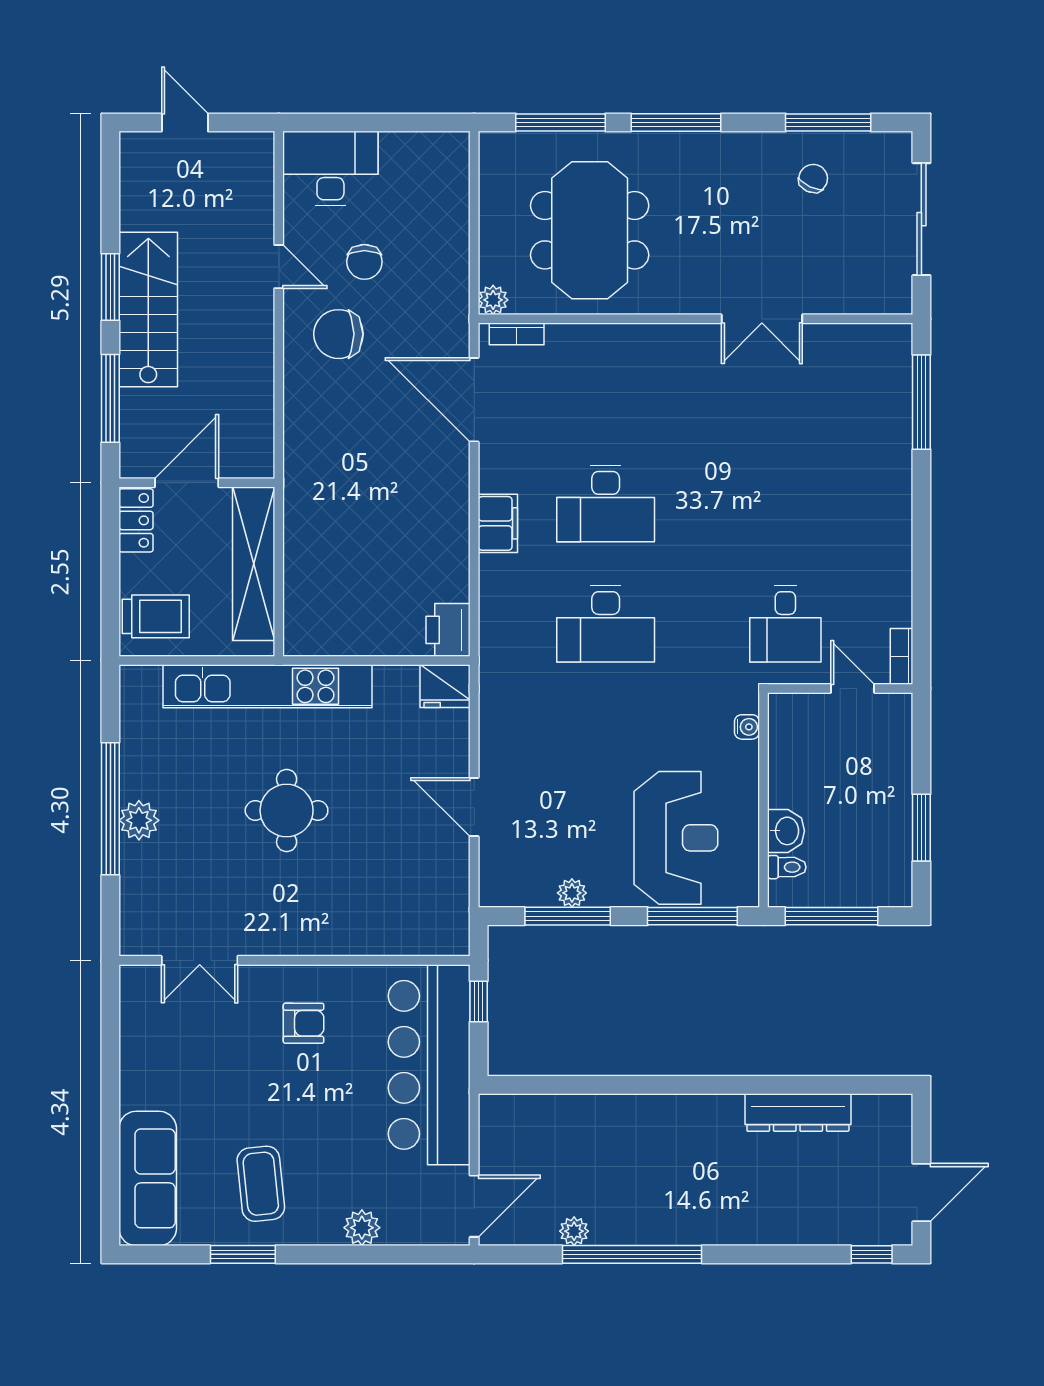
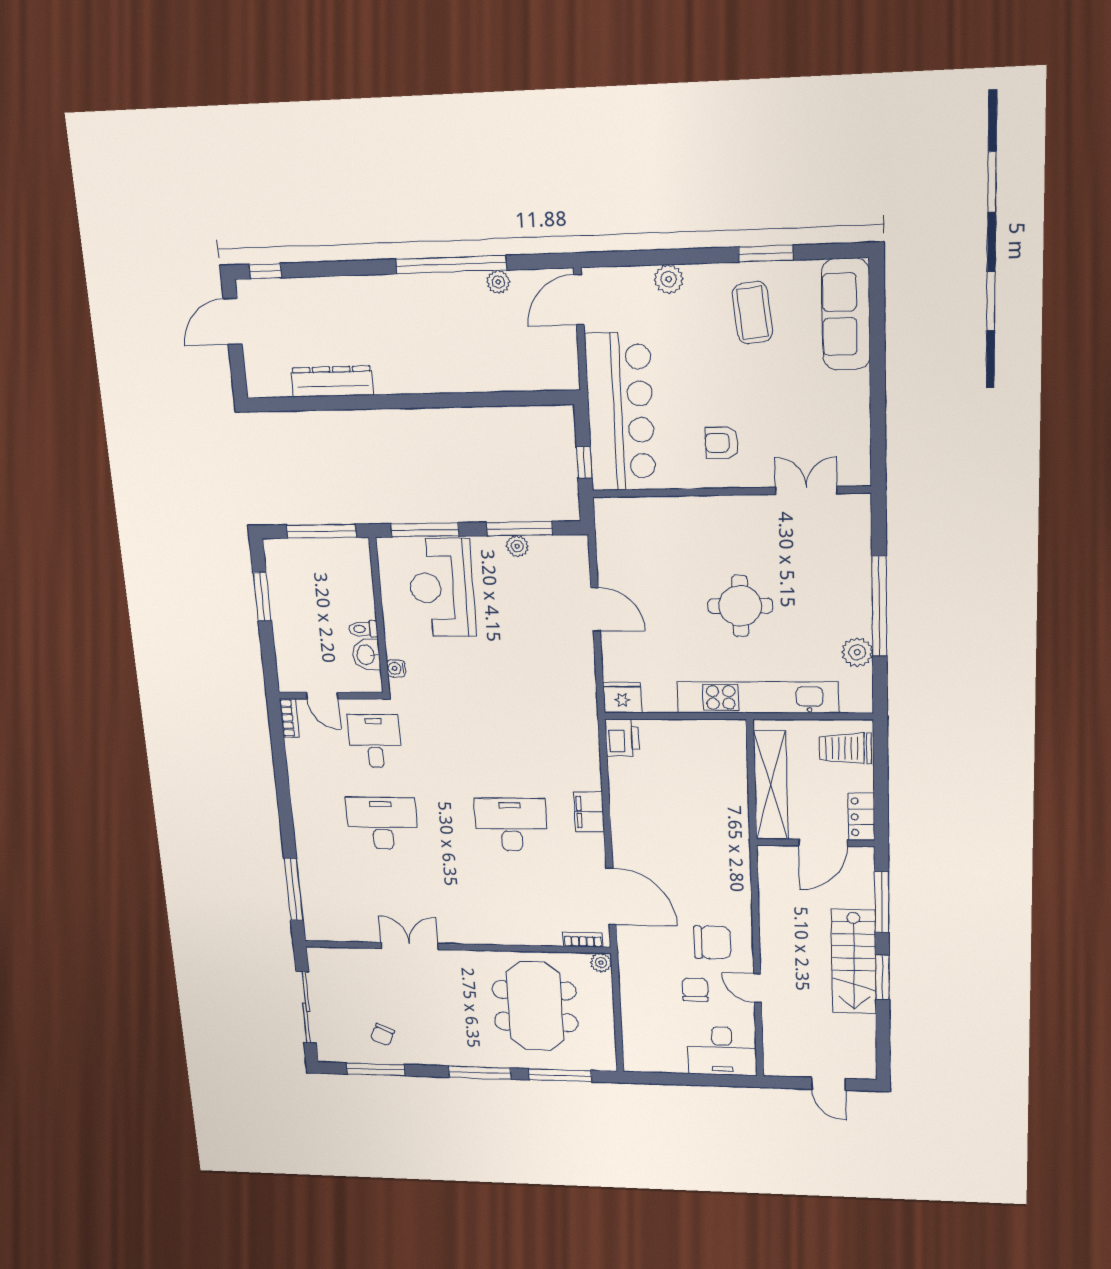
desk: (606, 624) -> (382, 823), moved
plant: (139, 820) -> (857, 652), moved
washbasin: (786, 831) -> (366, 655), moved
toilet: (787, 867) -> (363, 629), moved

